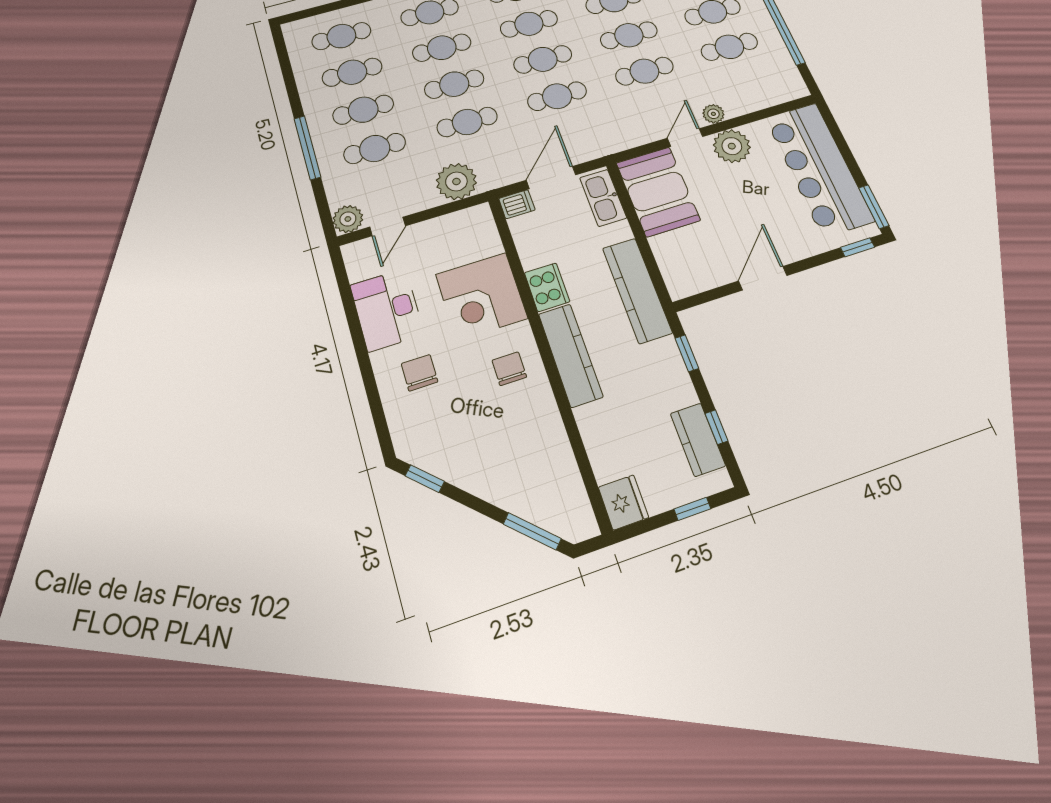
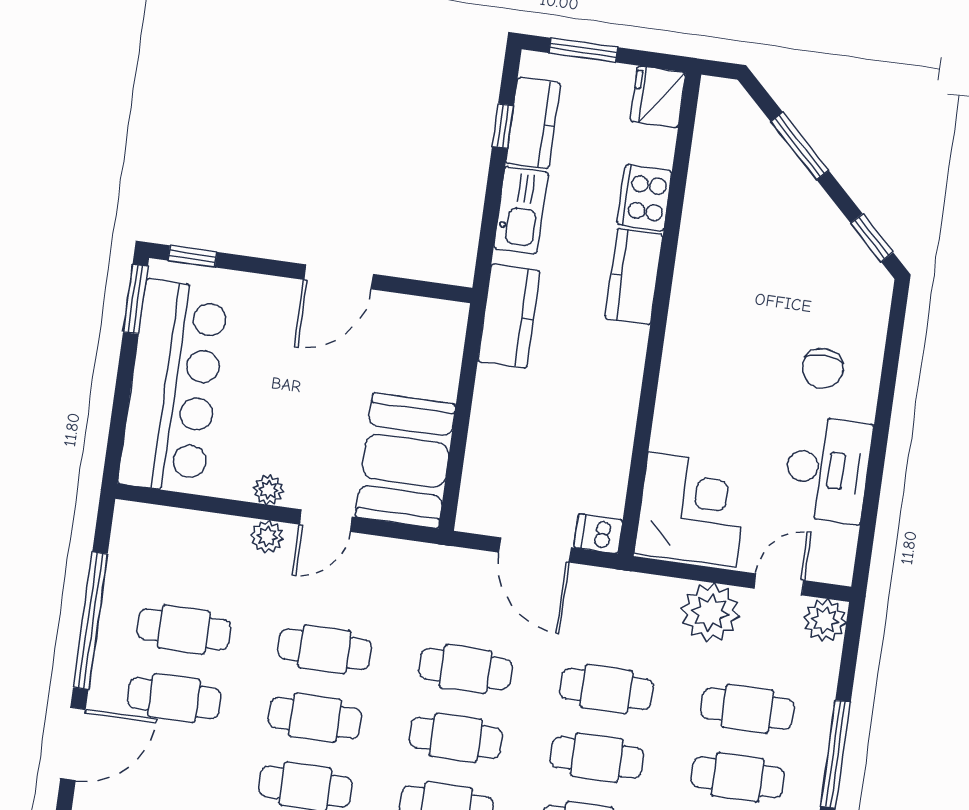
plant: (732, 146) -> (269, 490), width x0.53, depth x0.53
door: (551, 178) -> (535, 550), hinge flipped
plant: (456, 182) -> (710, 612), moved
kitchen sink: (603, 198) -> (521, 210), moved
cooker: (547, 287) -> (644, 198), moved
kitchen counter: (637, 290) -> (509, 316), width x0.67
corner desk: (481, 296) -> (692, 510), moved
window: (687, 353) -> (488, 231), removed
kitchen counter: (570, 355) -> (634, 277), width x0.67
chair: (509, 369) -> (713, 319), removed
window: (692, 509) -> (583, 50), width x1.50
window: (532, 531) -> (800, 146), moved

